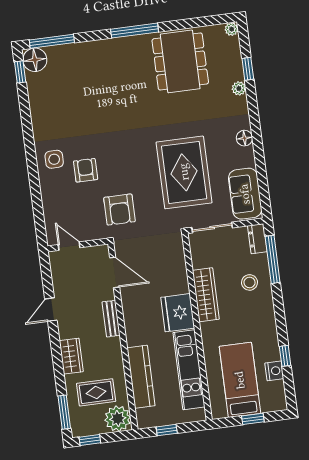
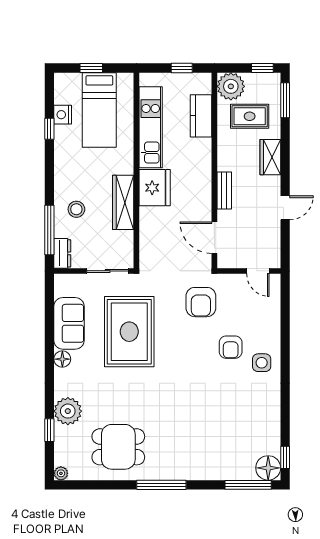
dining table: (180, 61) -> (118, 447), width x0.73
plant: (239, 88) -> (68, 411), width x1.88, depth x1.88
sofa: (245, 194) -> (69, 323), moved
armchair: (120, 210) -> (201, 302), turned 180
kitchen counter: (141, 377) -> (201, 116), width x0.67

